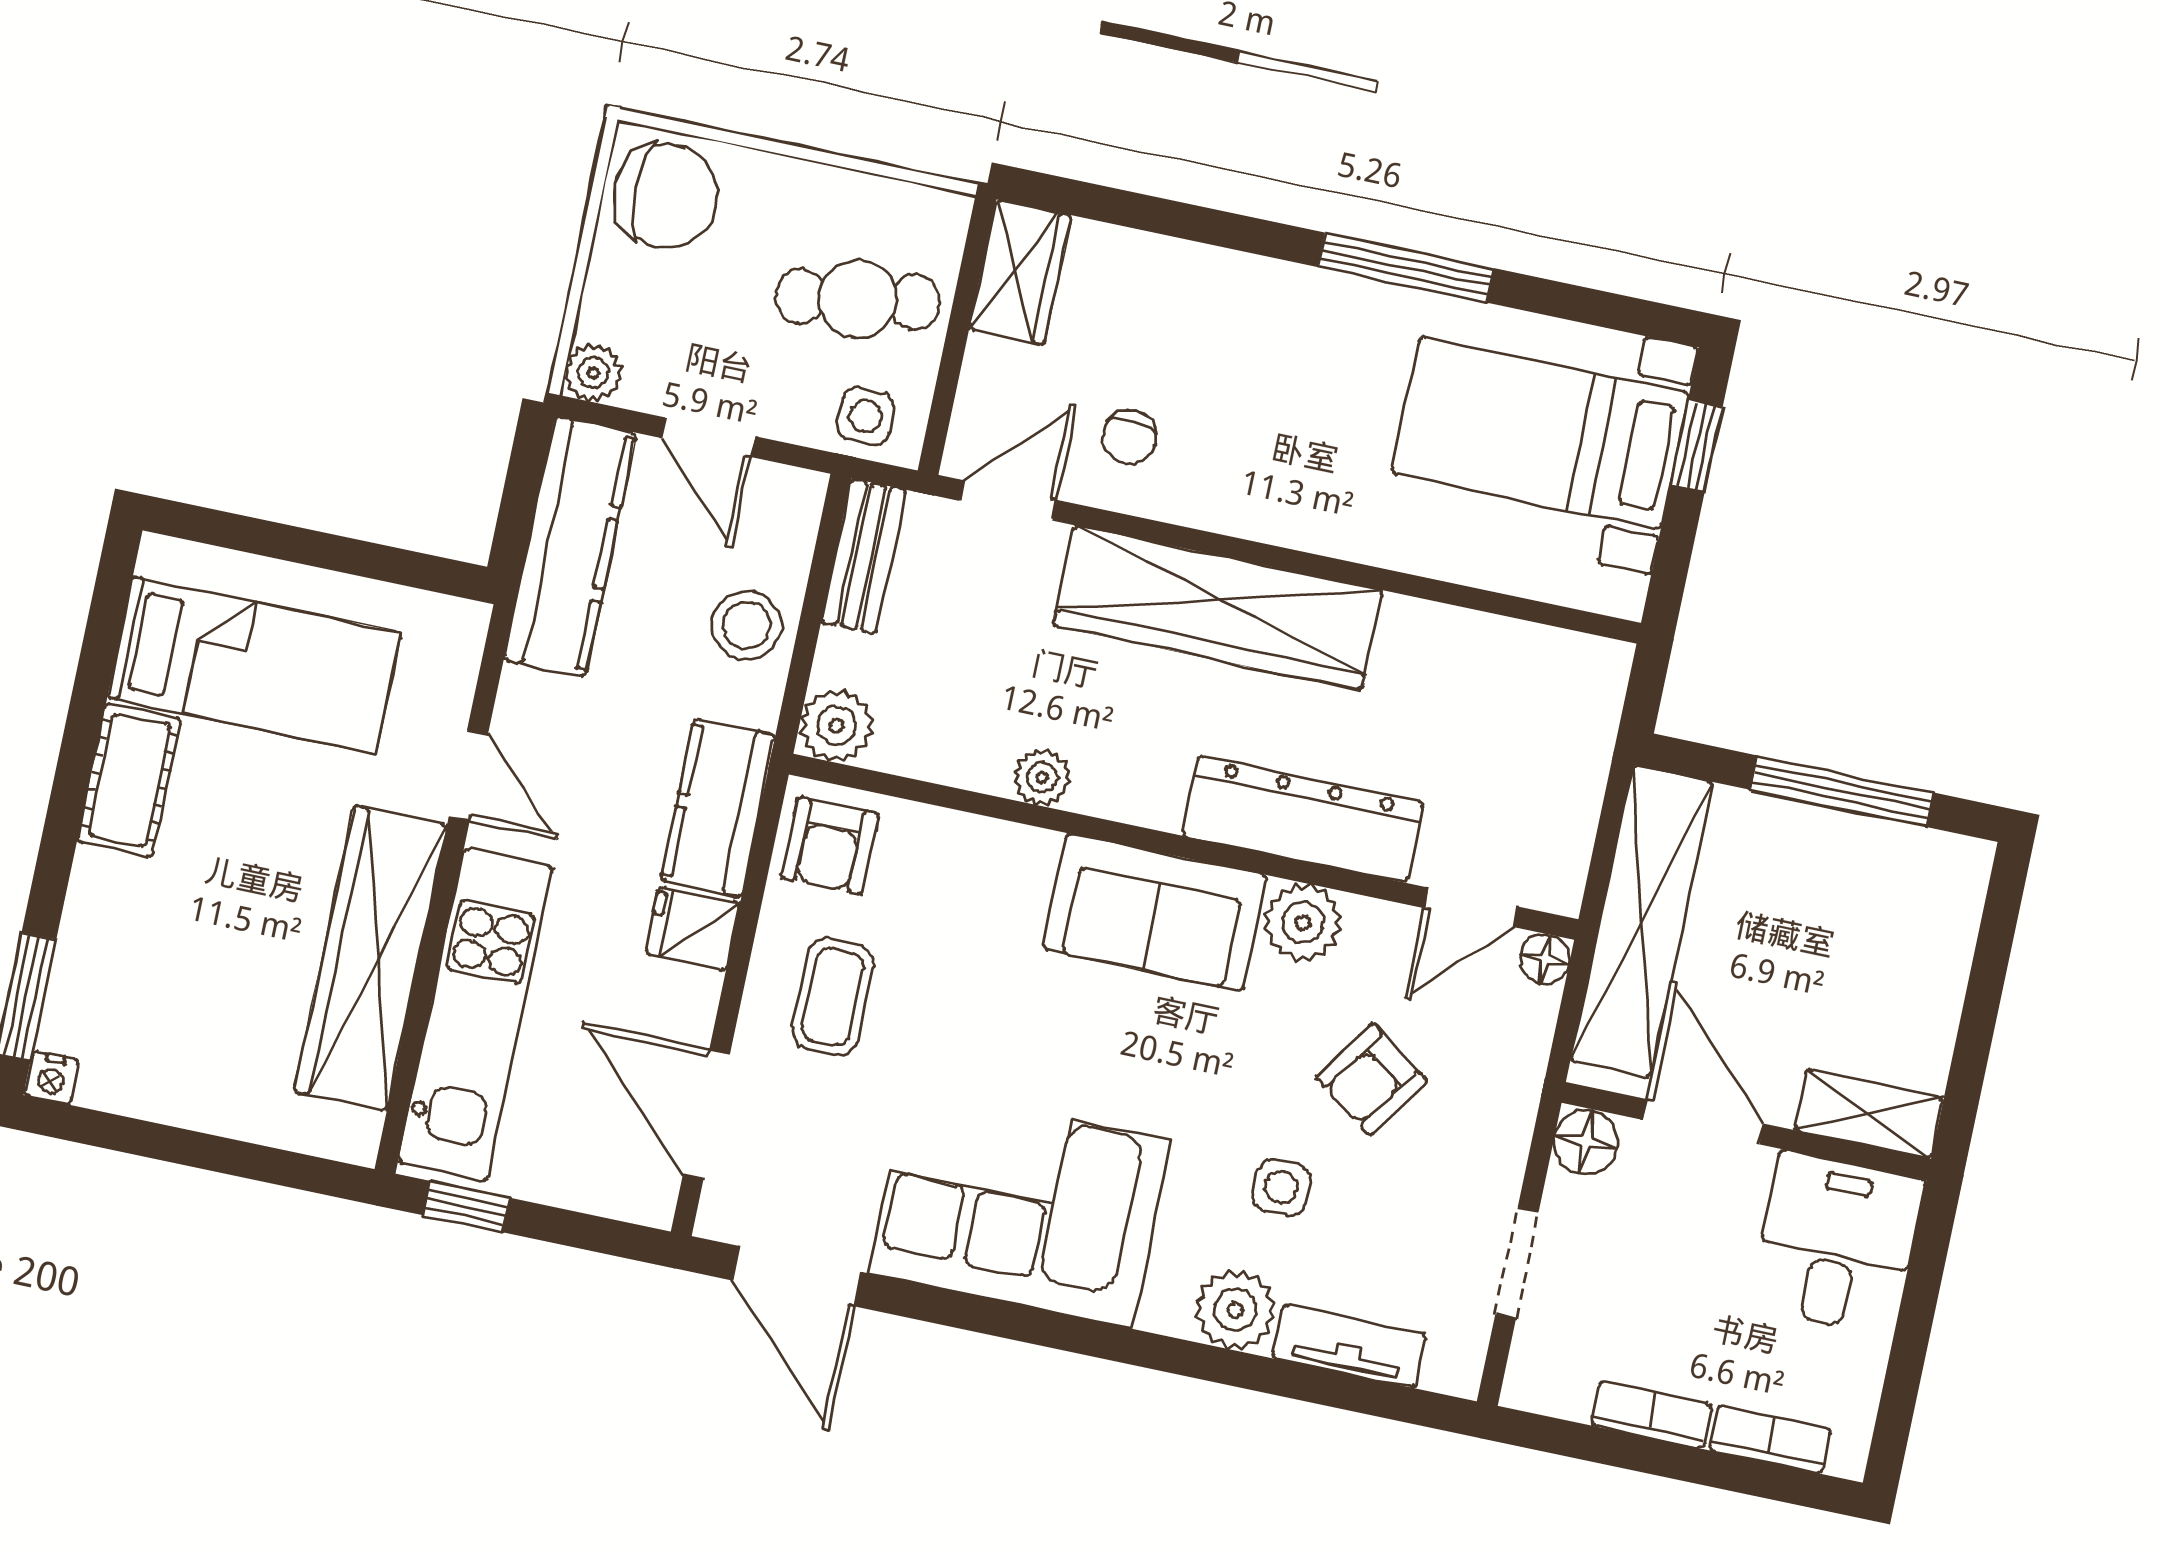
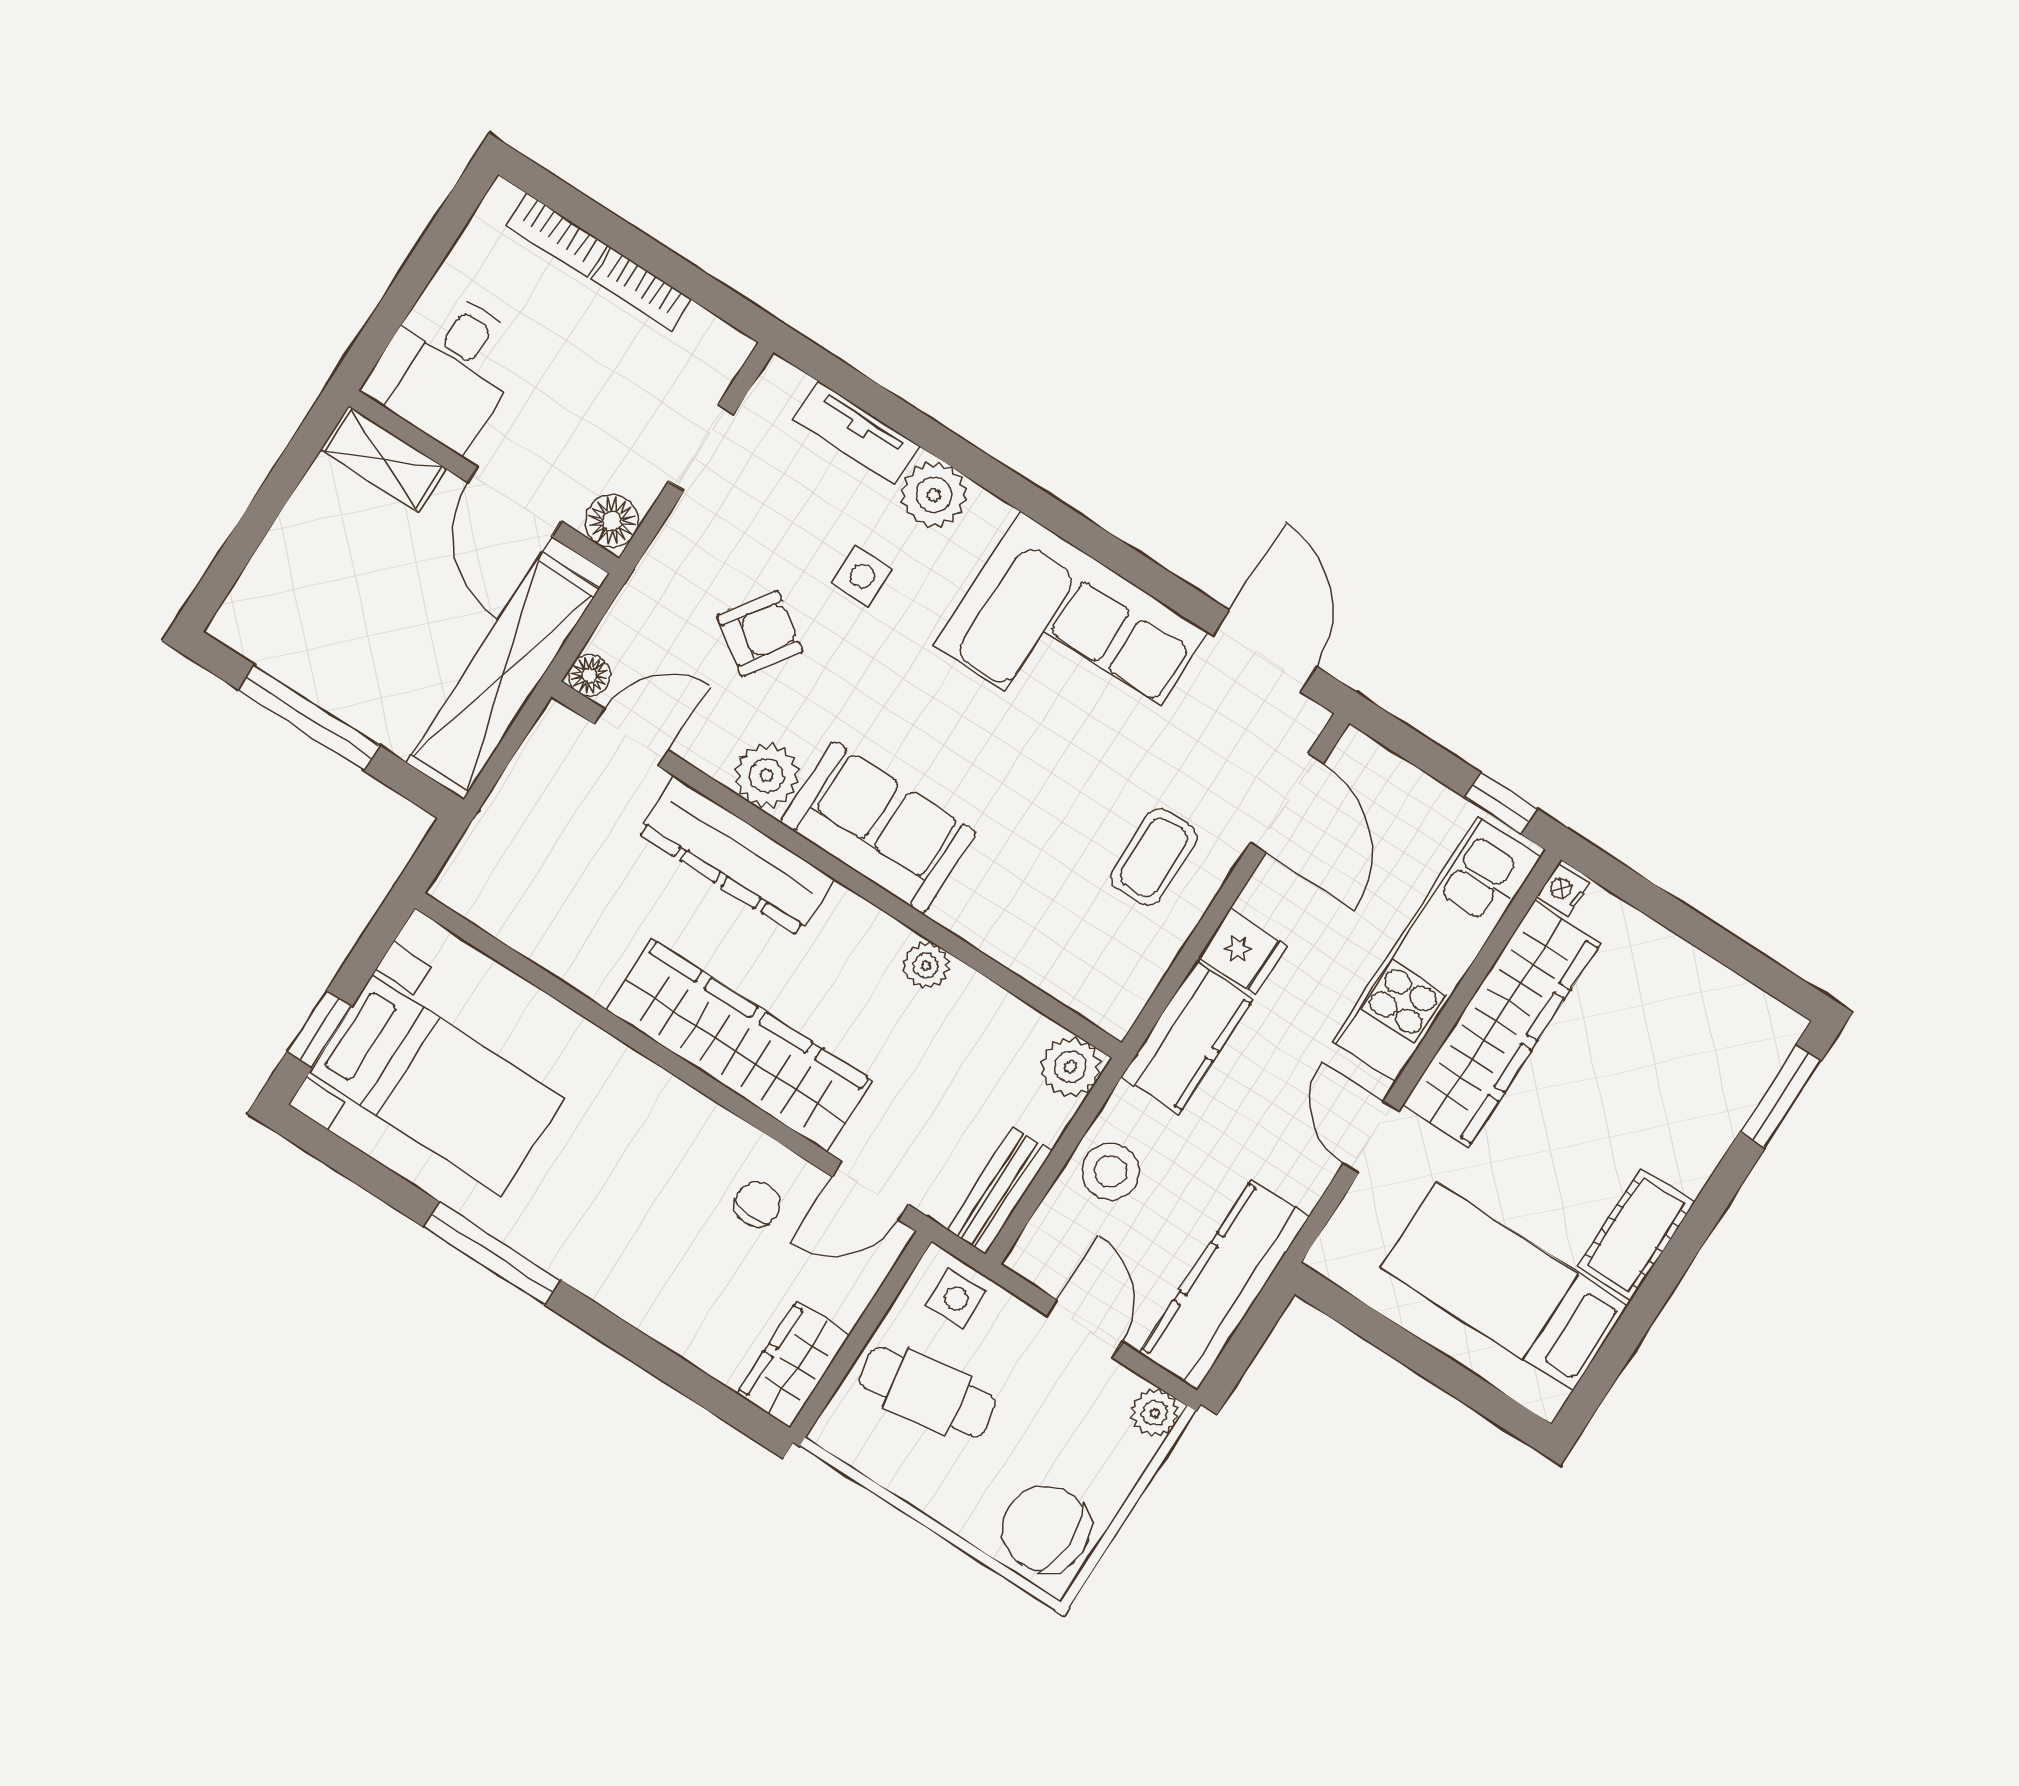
armchair: (830, 846) -> (1111, 976), removed
nightstand: (52, 1078) -> (1563, 890), moved, turned -90

